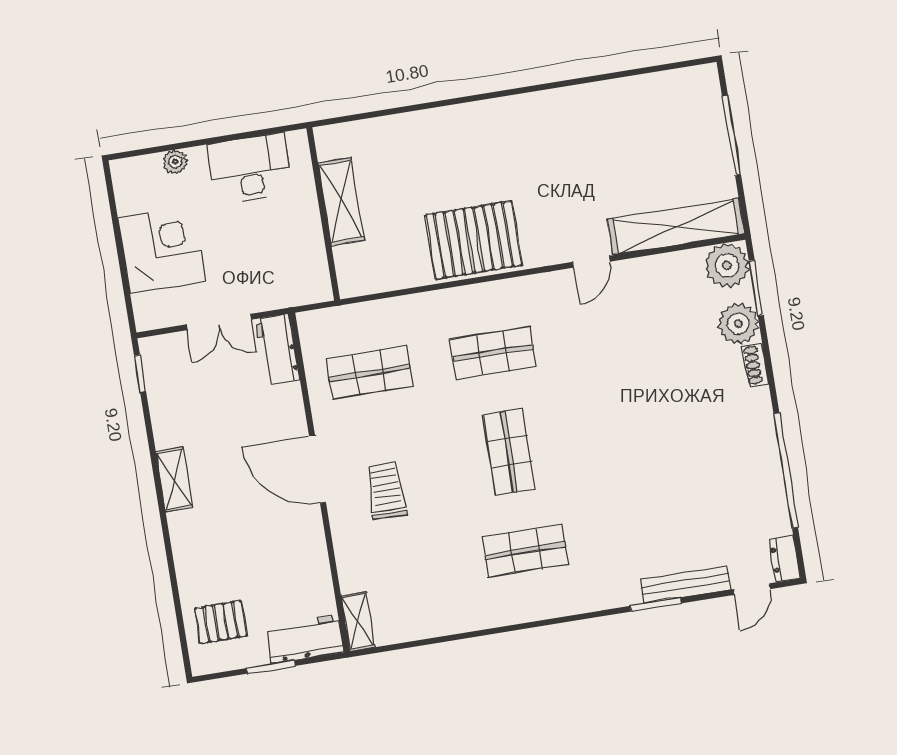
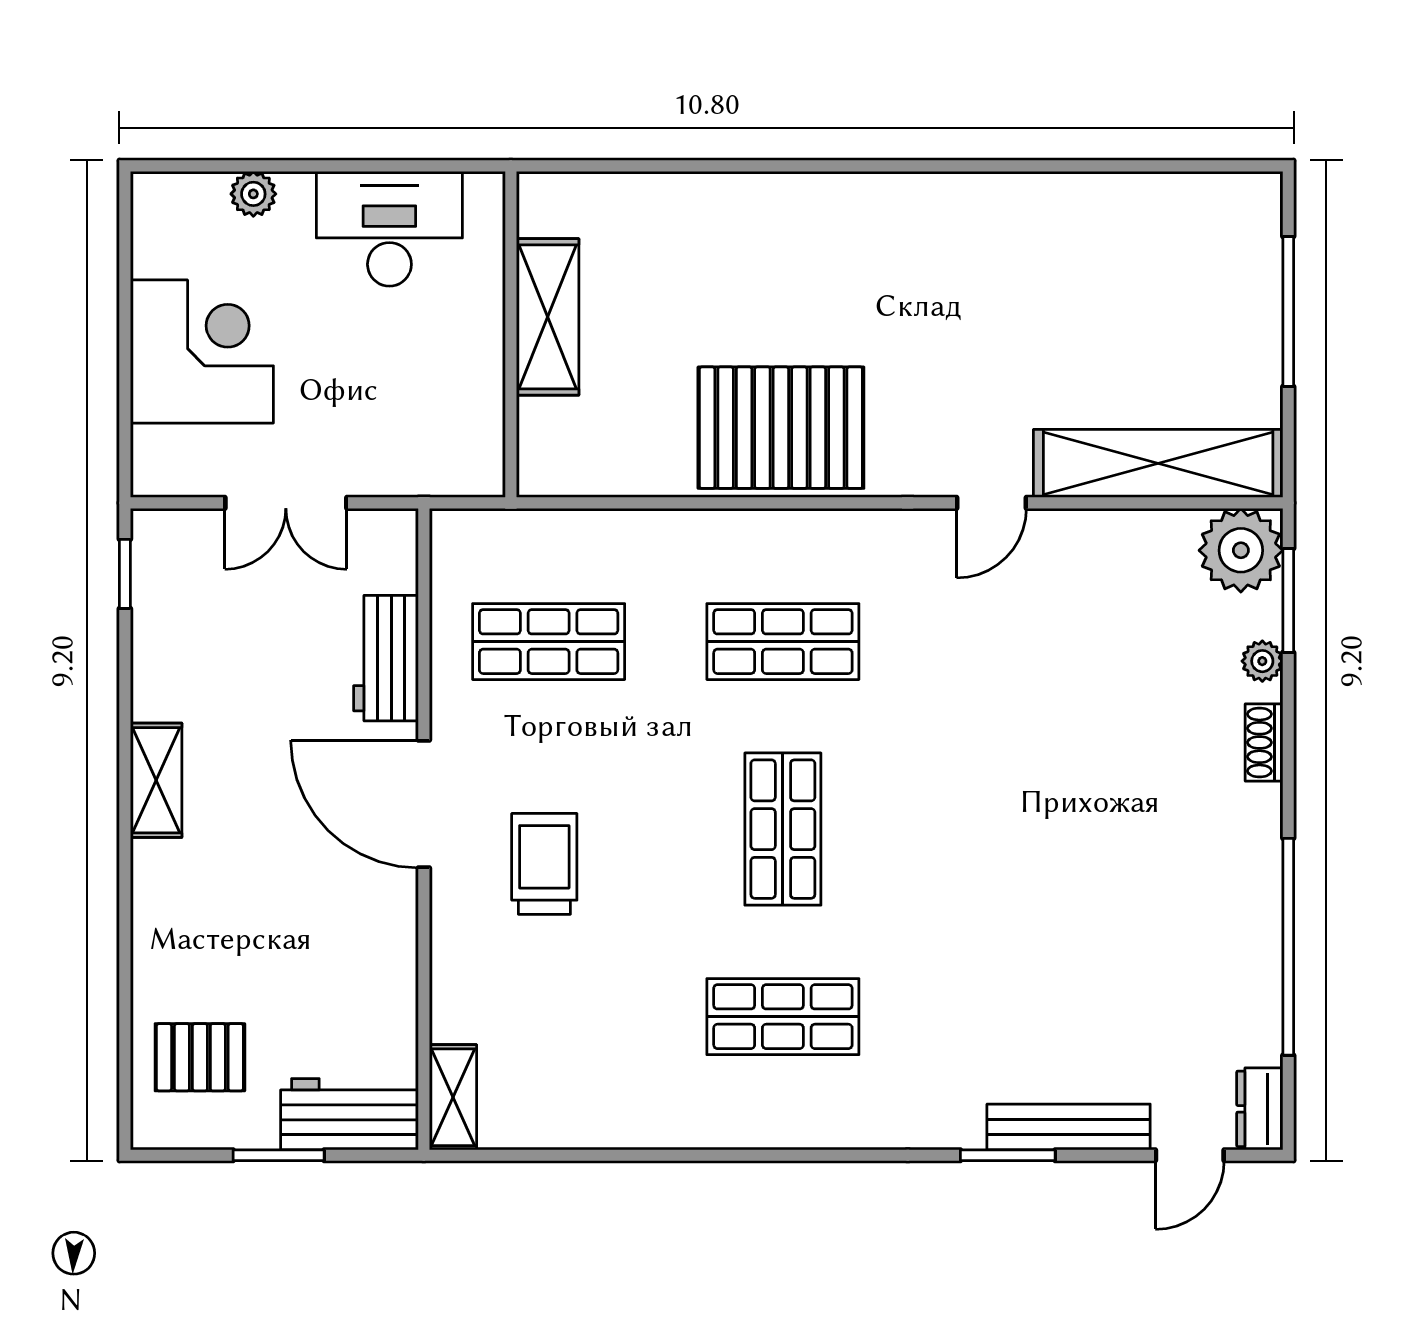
plant: (738, 324) -> (1262, 661), width x0.53, depth x0.53
workbench: (278, 350) -> (386, 658), moved

